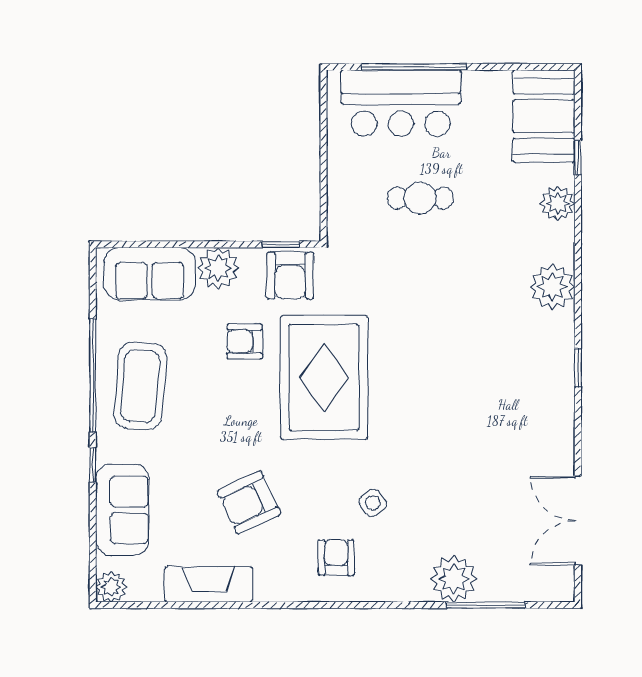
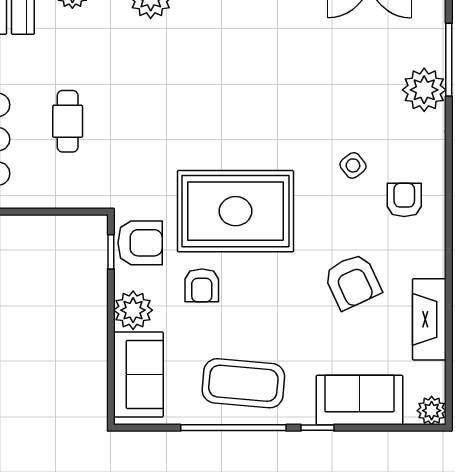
armchair: (336, 558) -> (404, 200), turned 90

